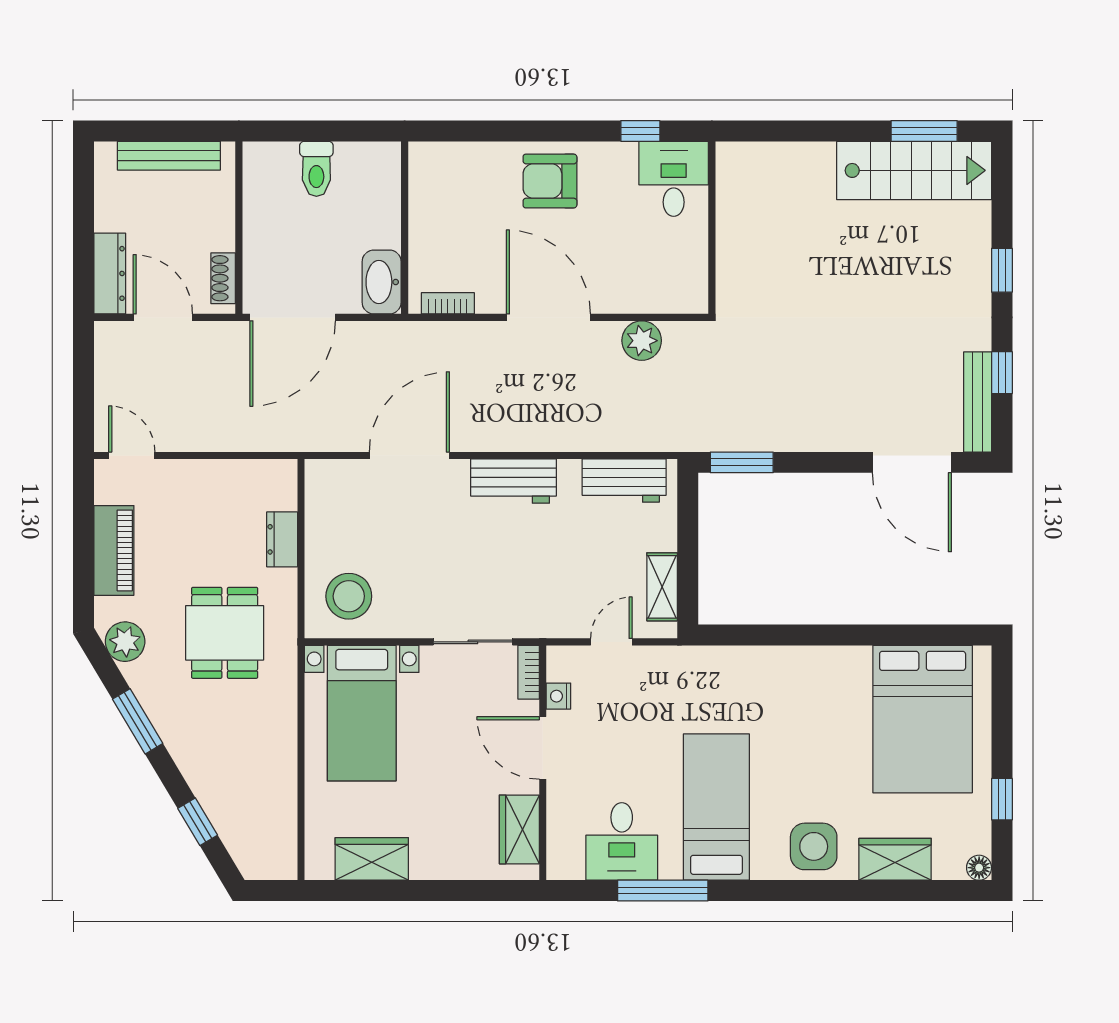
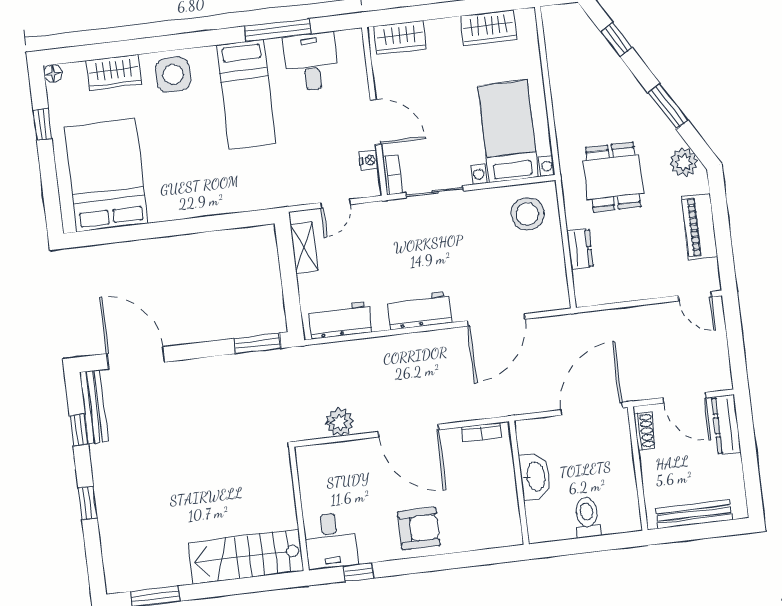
stairs: (914, 170) -> (246, 557), moved
washbasin: (382, 282) -> (535, 476), moved
wardrobe: (519, 829) -> (400, 37), moved, turned 90

